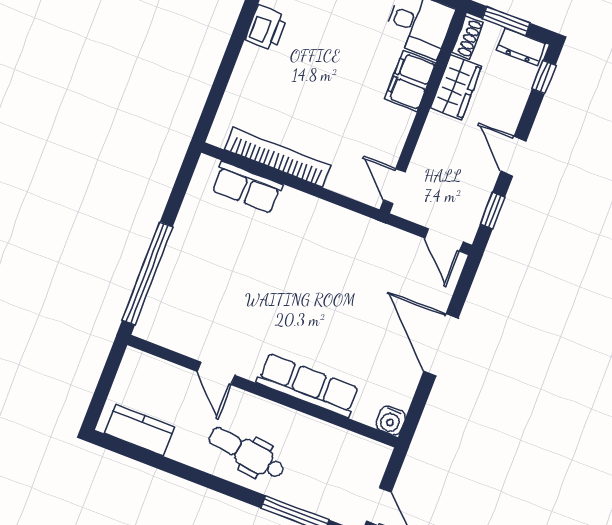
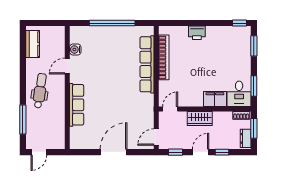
printer: (266, 28) -> (197, 33), moved
window: (544, 77) -> (222, 152), moved
wardrobe: (456, 87) -> (200, 118), moved
row of seats: (247, 187) -> (147, 64), width x2.02
window: (147, 274) -> (112, 23), moved
water cooler: (391, 421) -> (75, 50), moved

